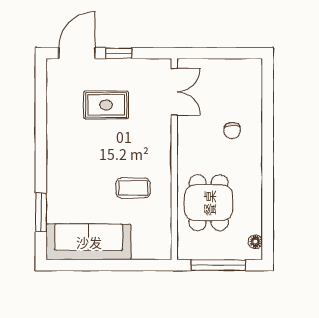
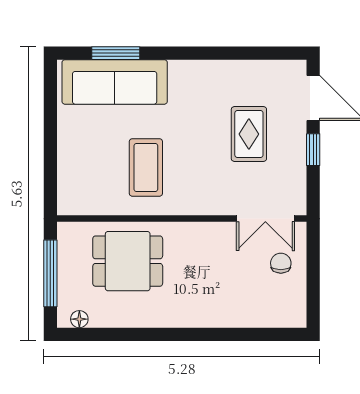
chair: (232, 131) -> (281, 263), moved, turned 90
coffee table: (133, 188) -> (146, 167), width x1.36, depth x1.30
sofa: (89, 242) -> (115, 82), moved, turned 90

